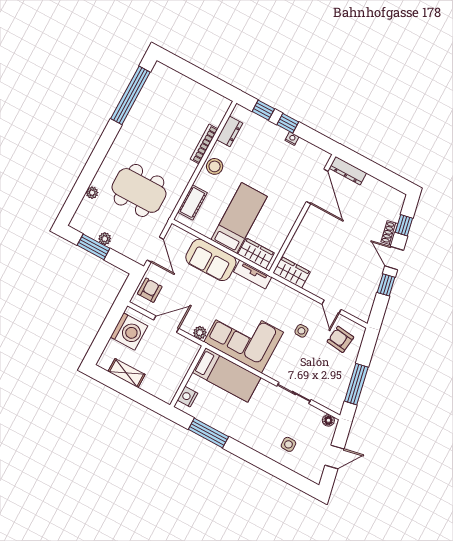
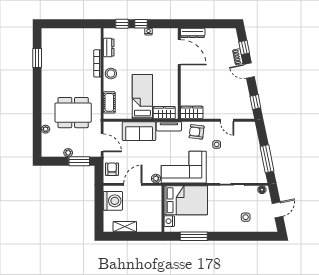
window: (130, 95) -> (37, 58), width x0.47
window: (94, 247) -> (79, 161), moved
window: (386, 285) -> (255, 102), moved
armchair: (340, 339) -> (197, 132), moved
bed: (227, 375) -> (186, 200), width x1.50

